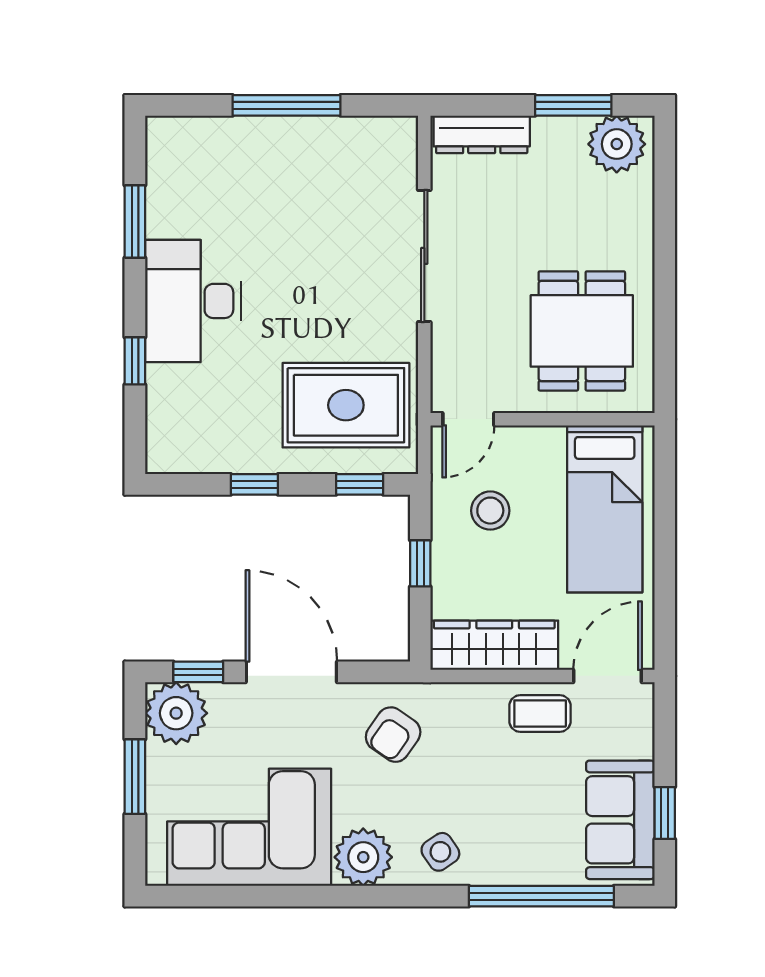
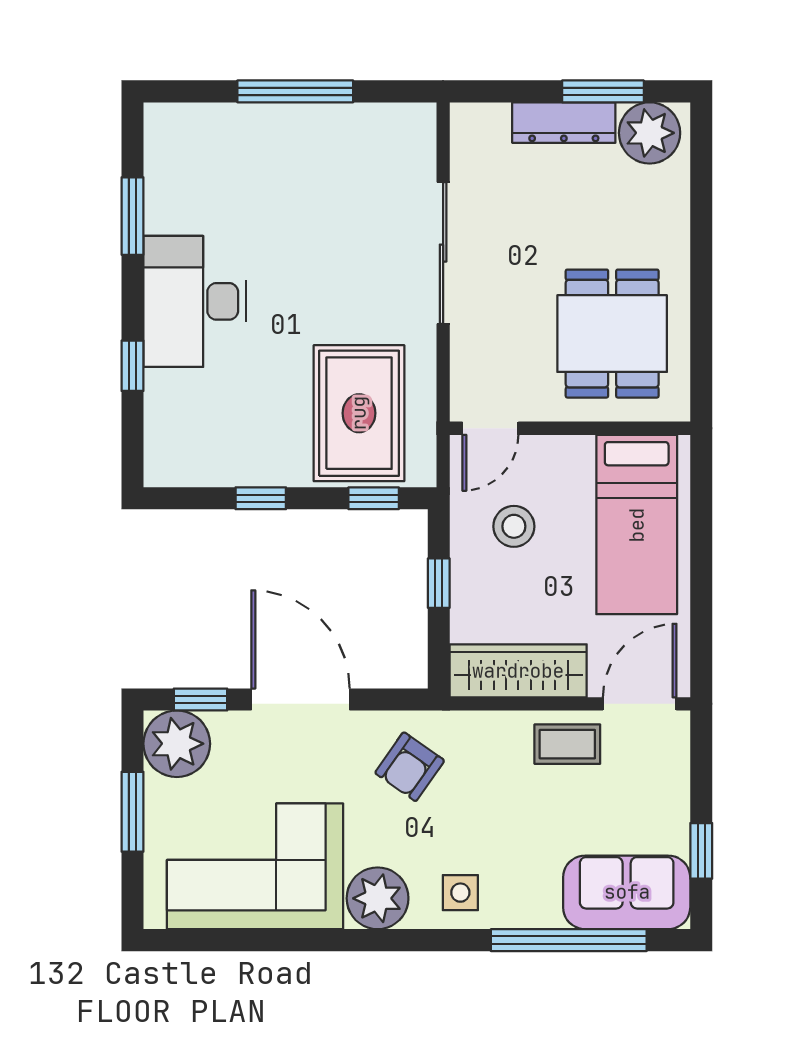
dresser: (482, 134) -> (564, 123), moved
rug: (346, 405) -> (359, 413), turned 90
sofa: (620, 820) -> (627, 892), moved, turned 90
side table: (440, 852) -> (460, 893), turned 34

